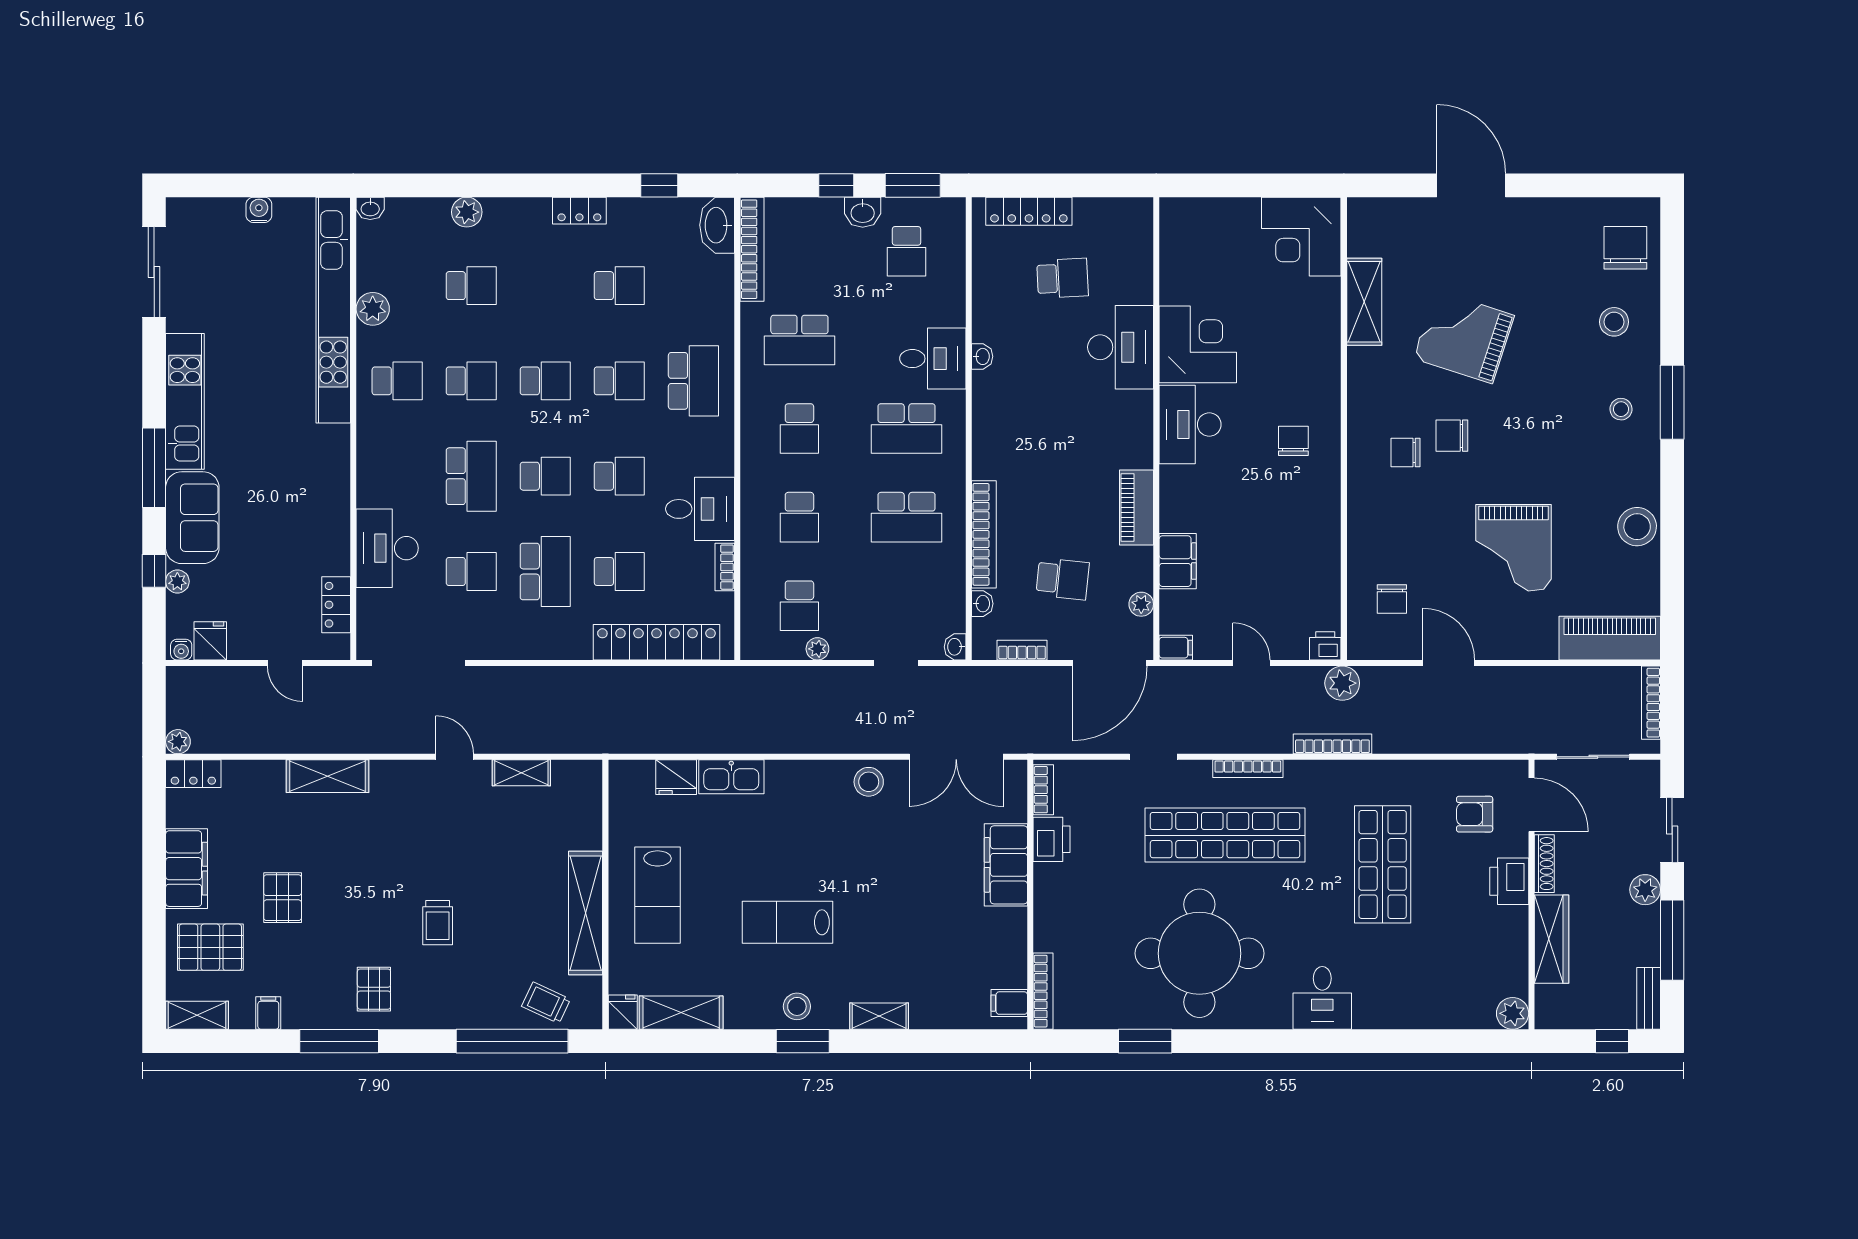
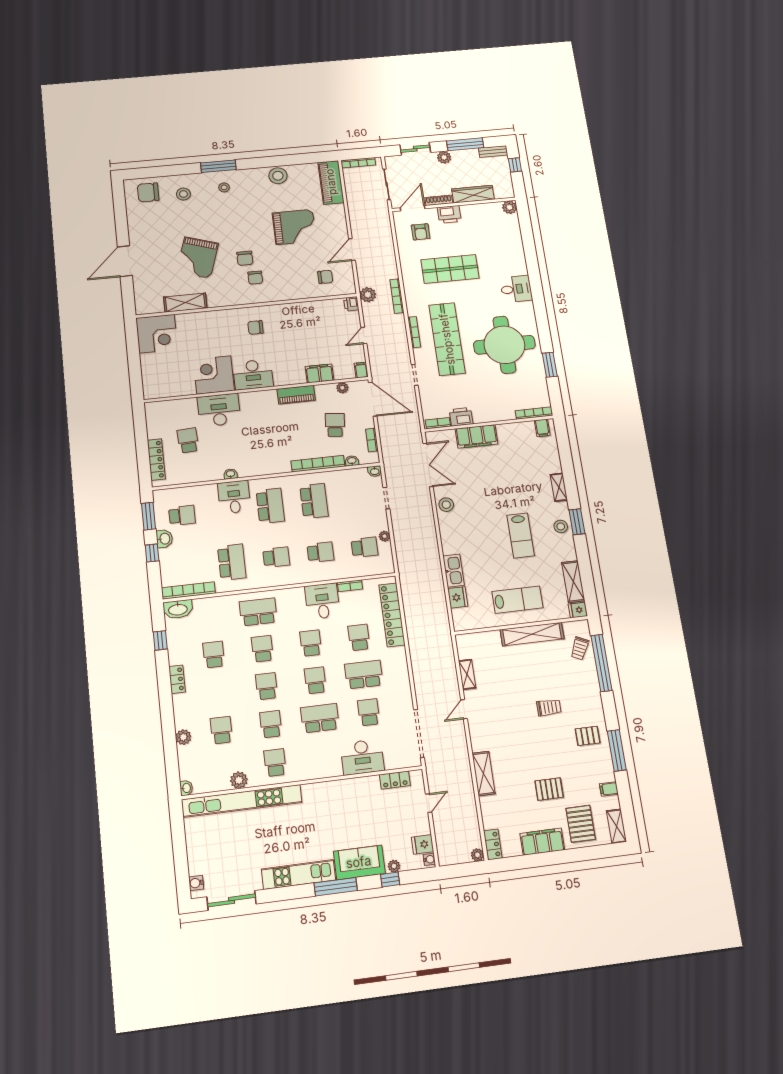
water cooler: (259, 210) -> (196, 883), moved

